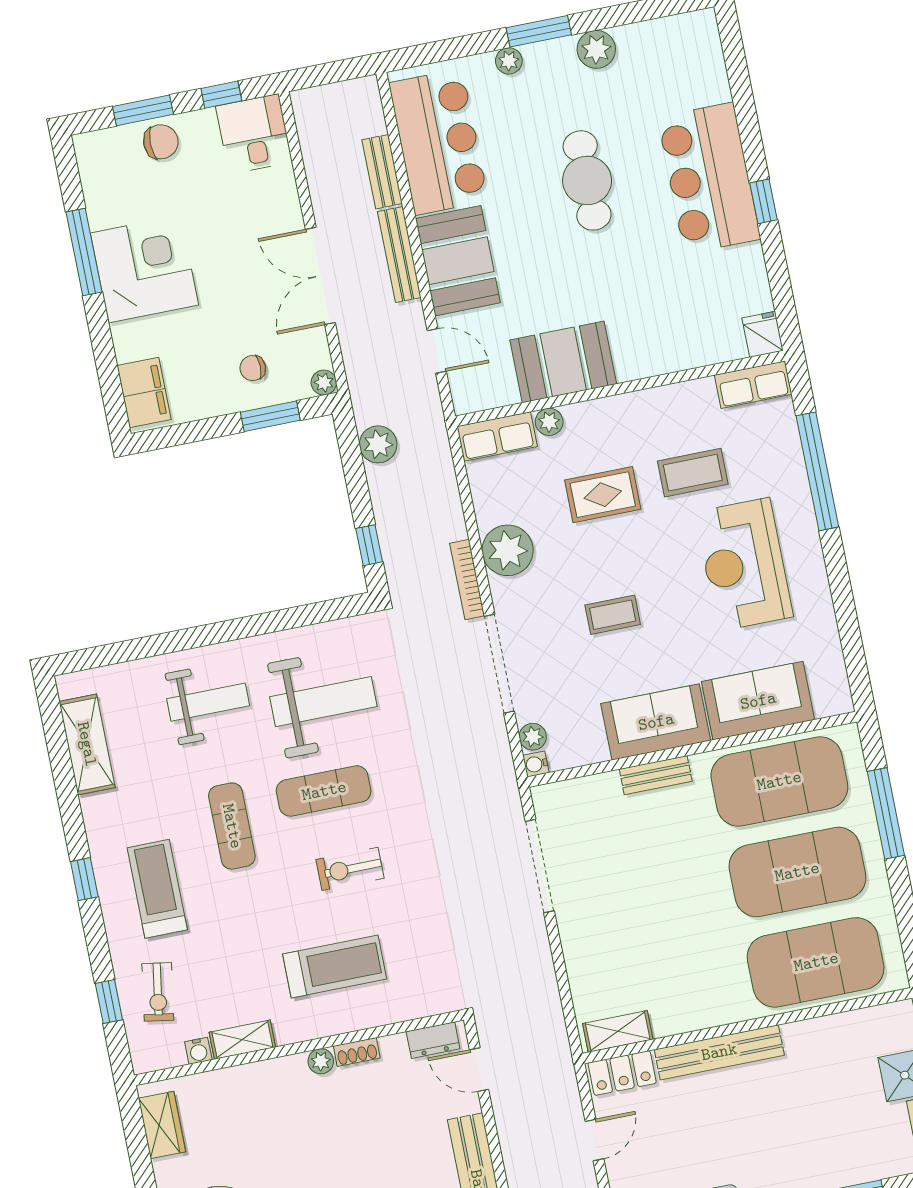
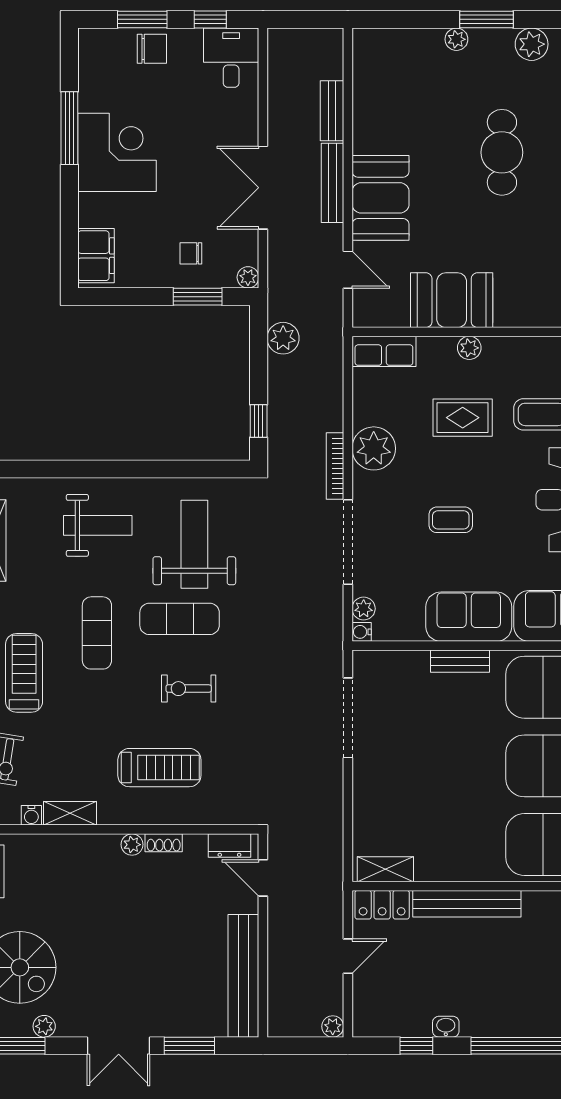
bar counter: (439, 142) -> (384, 95), removed
plant: (549, 422) -> (469, 348), moved
weight bench: (323, 702) -> (194, 544), turned -90

